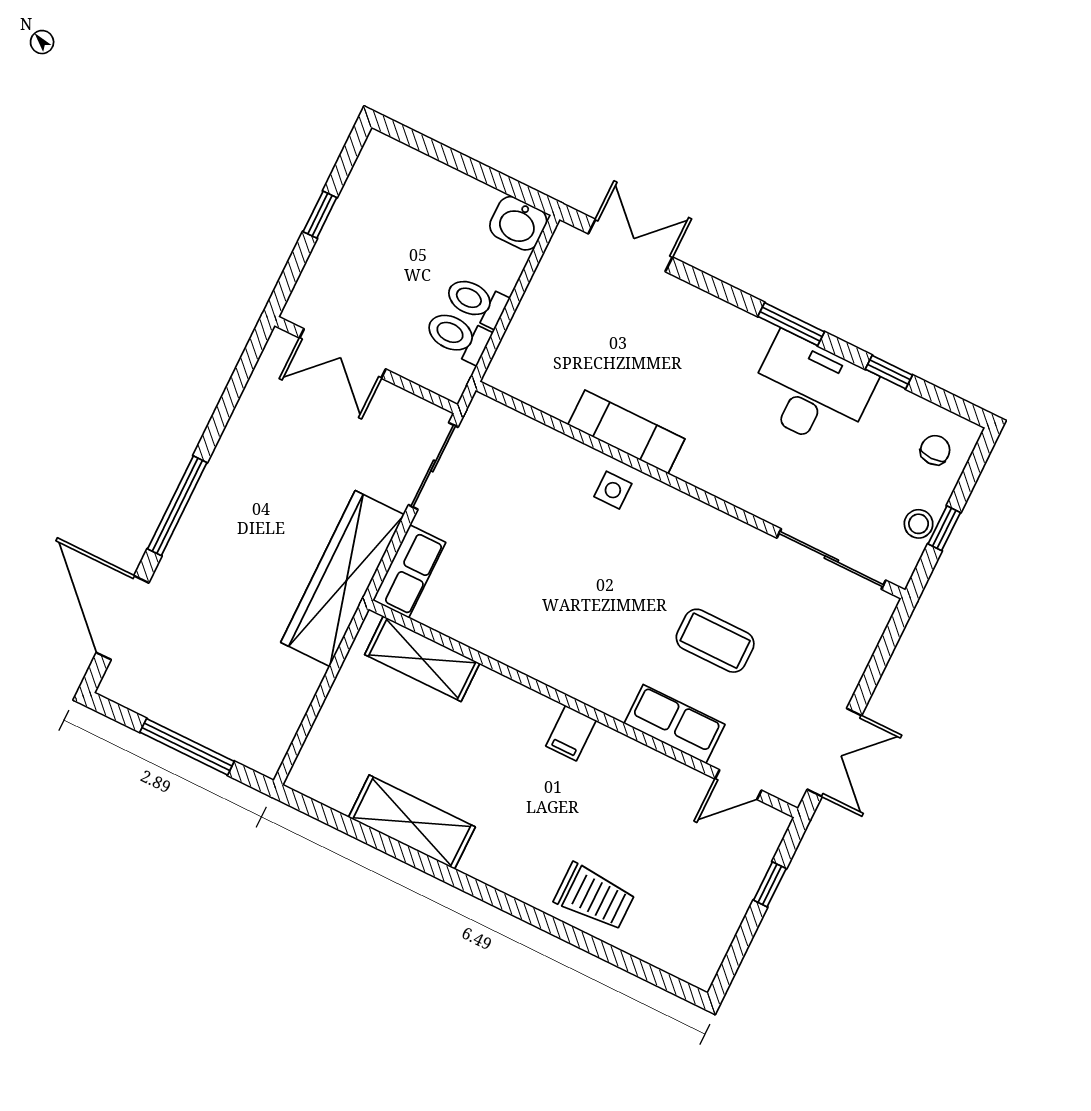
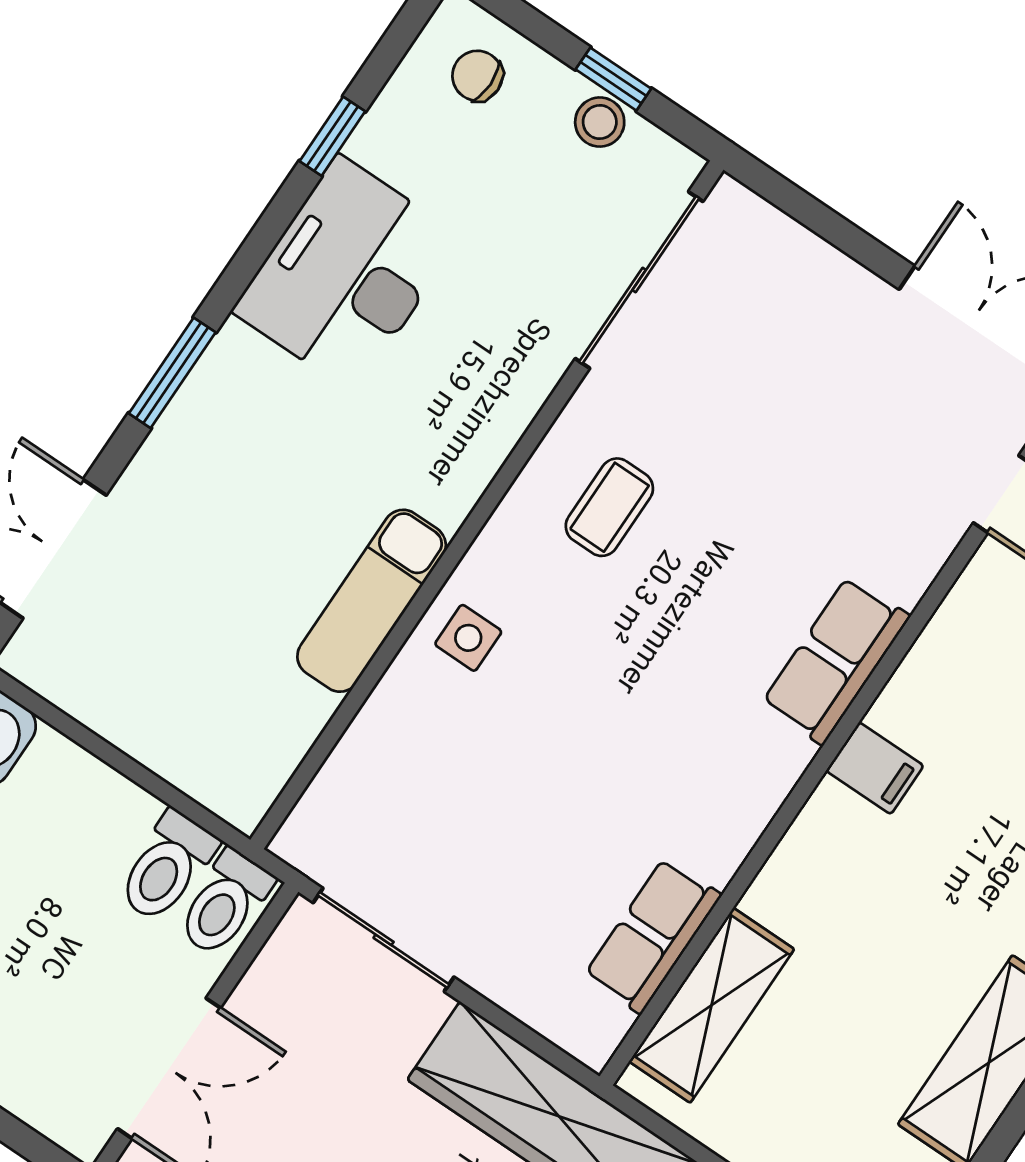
toilet: (476, 301) -> (225, 903), moved
window: (791, 324) -> (172, 373), moved
row of seats: (409, 571) -> (653, 935), moved, turned -90
coffee table: (715, 641) -> (609, 507), moved, width x0.73, depth x0.77
row of seats: (674, 724) -> (836, 660), moved

